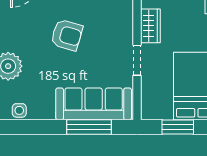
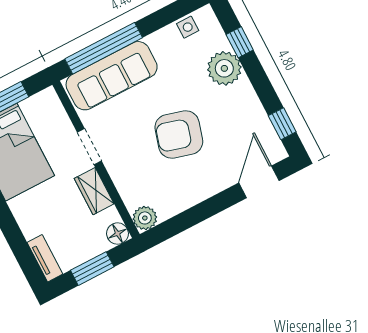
armchair: (67, 35) -> (179, 134), width x1.36, depth x1.36
window: (89, 127) -> (104, 48), width x1.46

